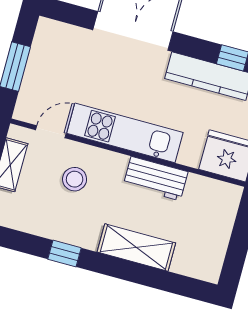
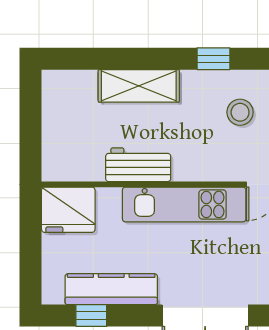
stool: (75, 179) -> (240, 112), moved

